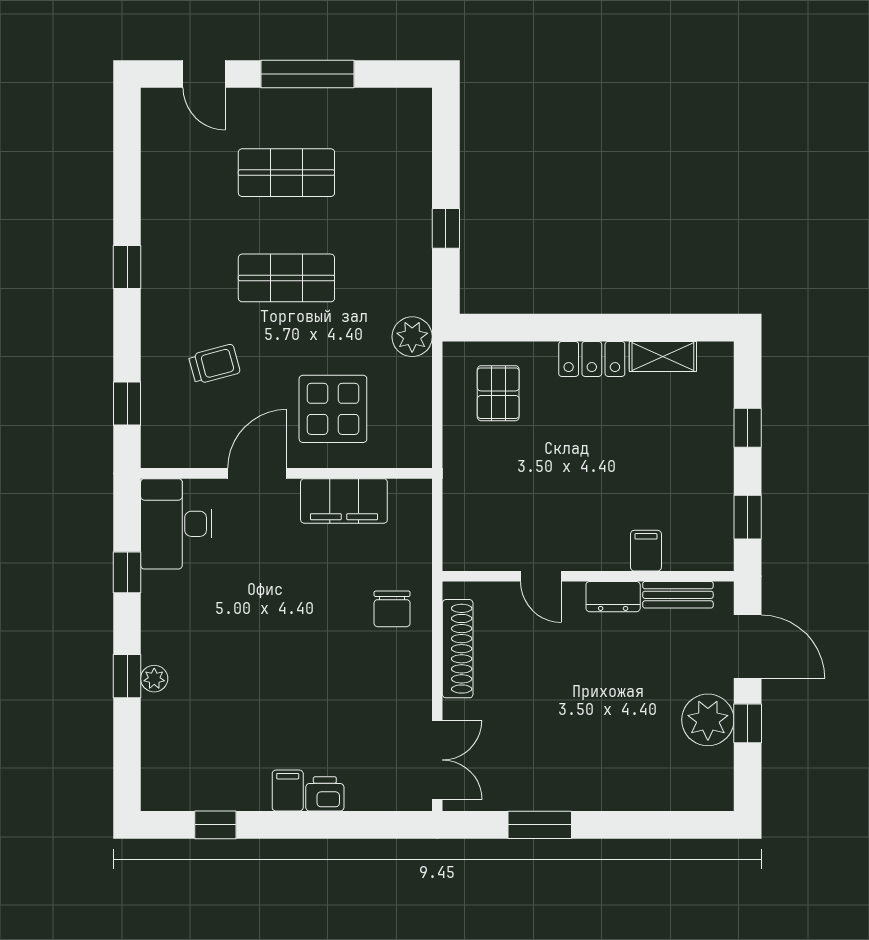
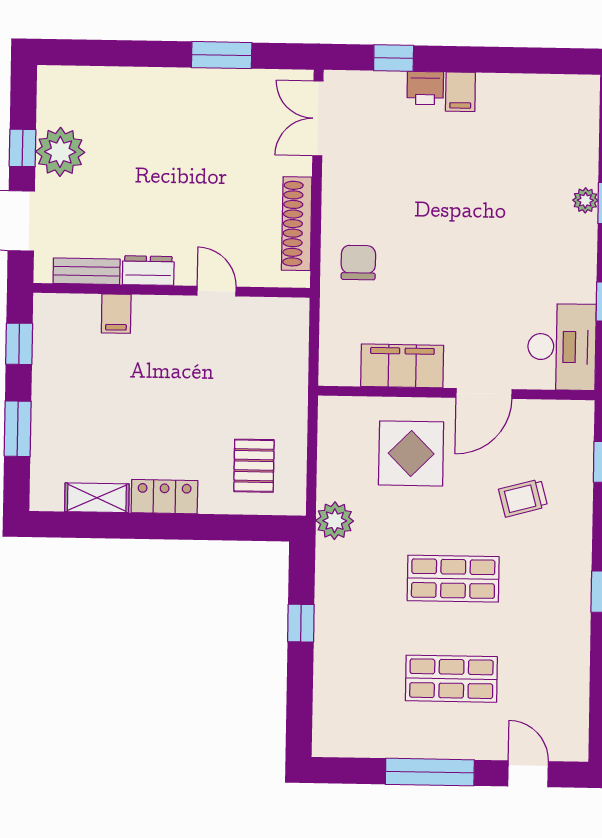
window: (748, 428) -> (18, 429), width x1.50
window: (215, 825) -> (394, 58), moved

